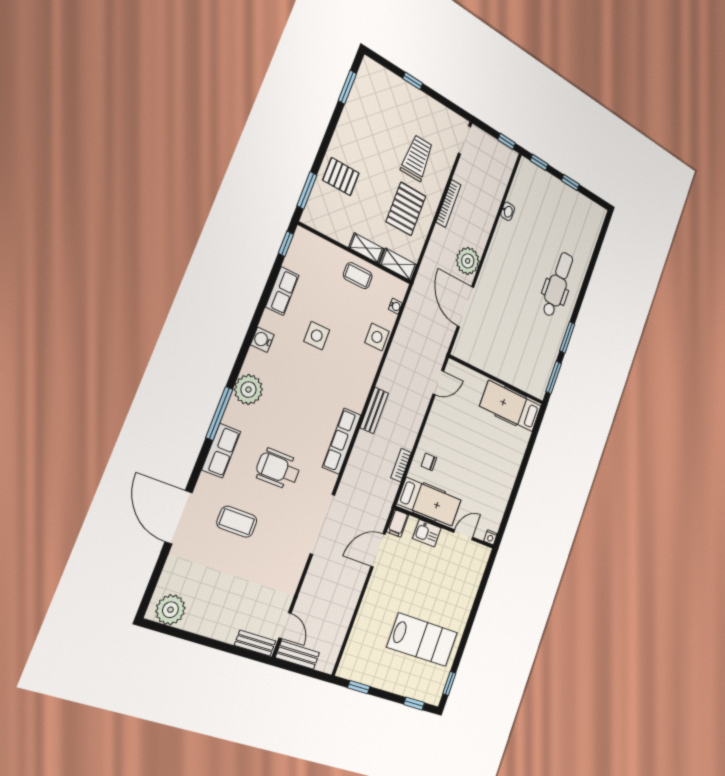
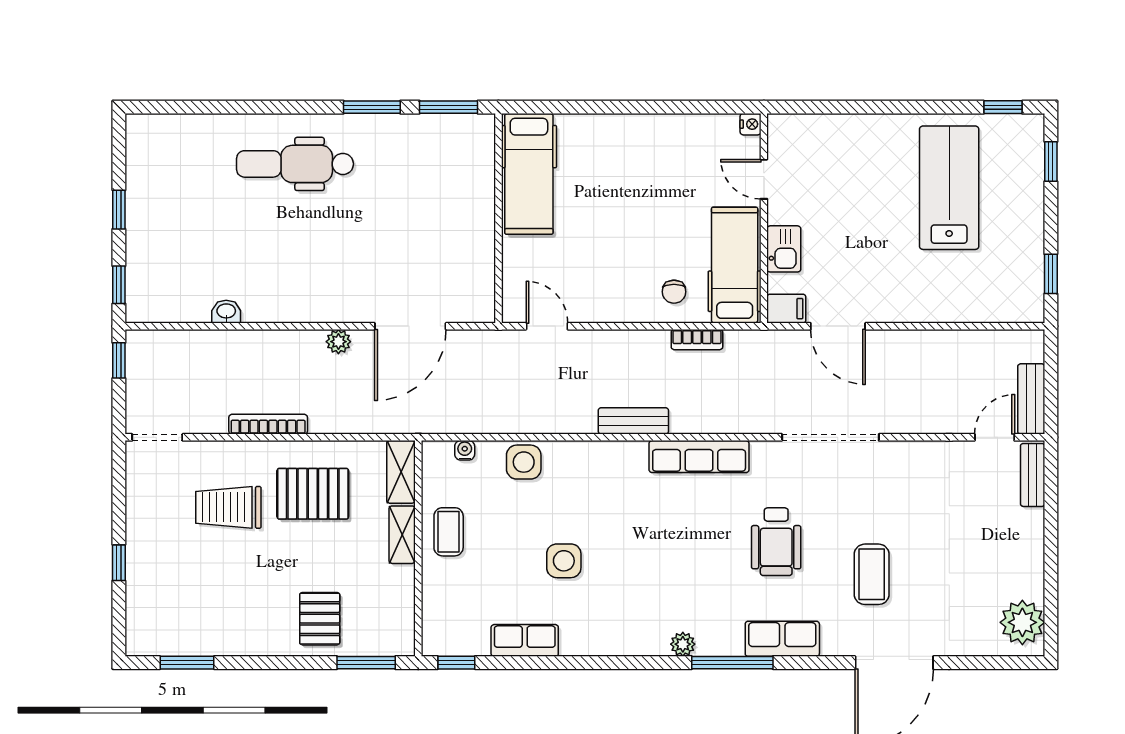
plant: (468, 261) -> (338, 342), width x0.53, depth x0.53
water cooler: (262, 340) -> (605, 642), removed
plant: (248, 390) -> (683, 644), width x0.53, depth x0.53

